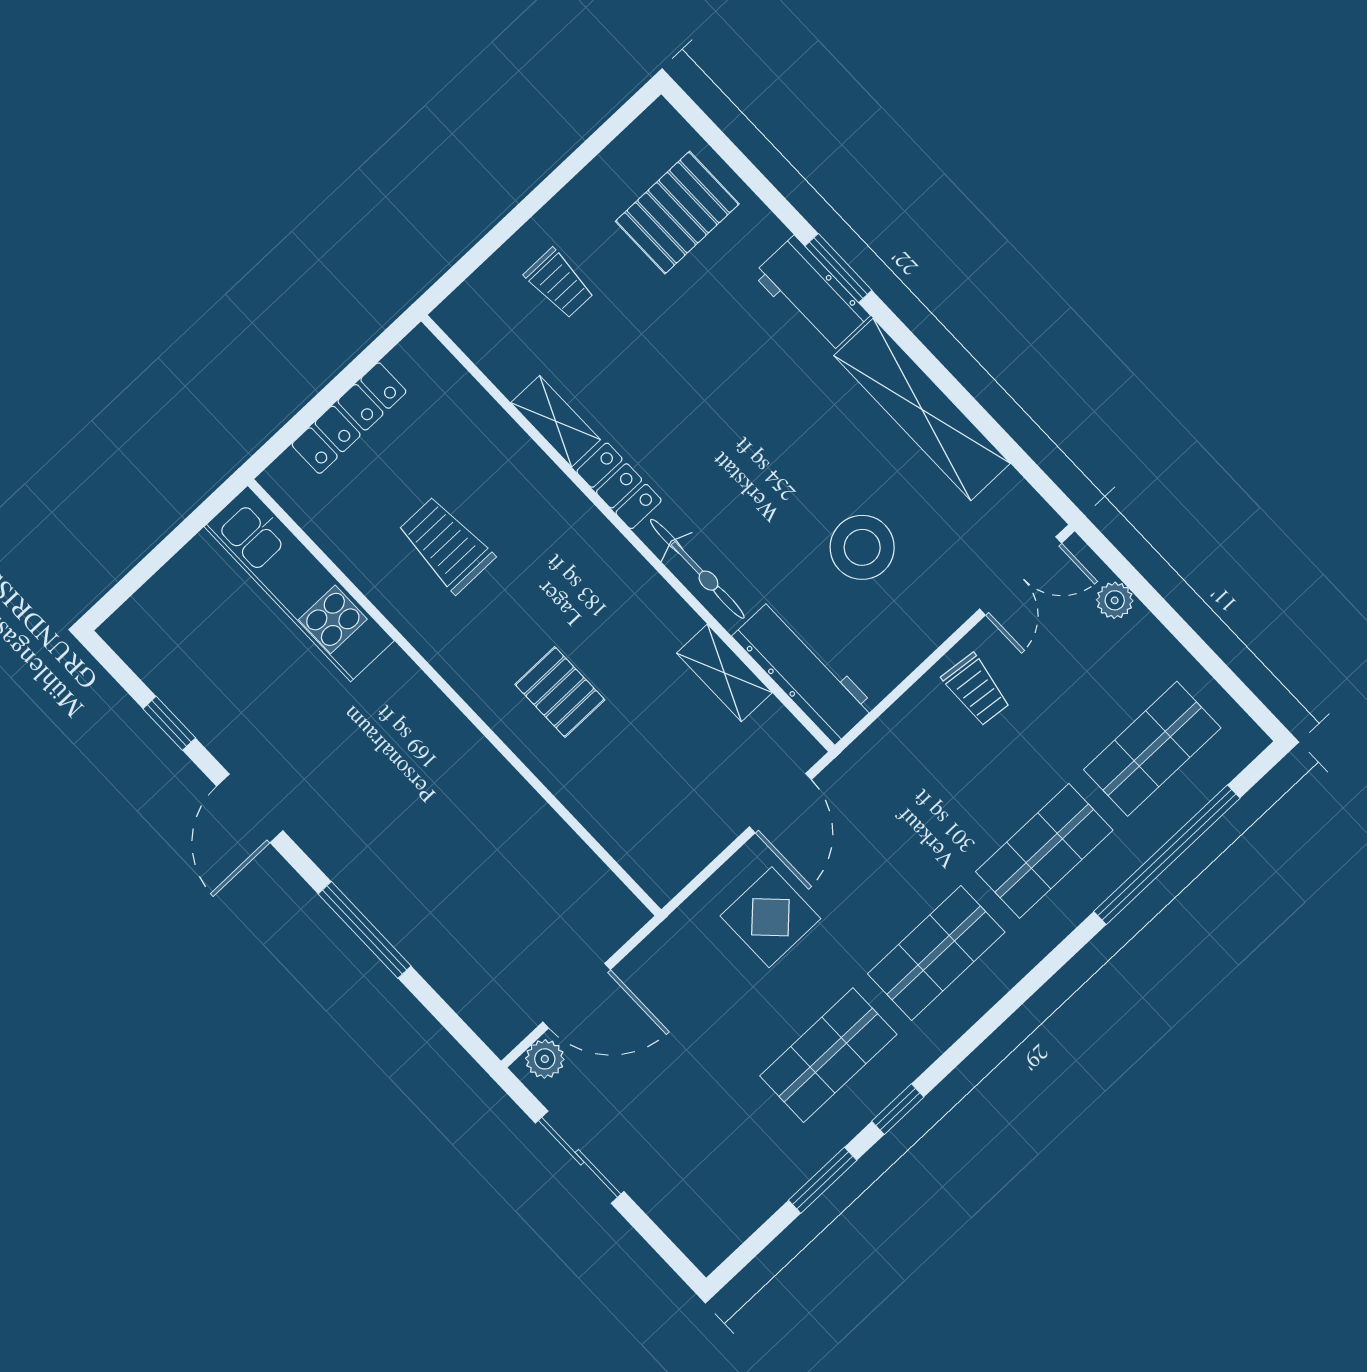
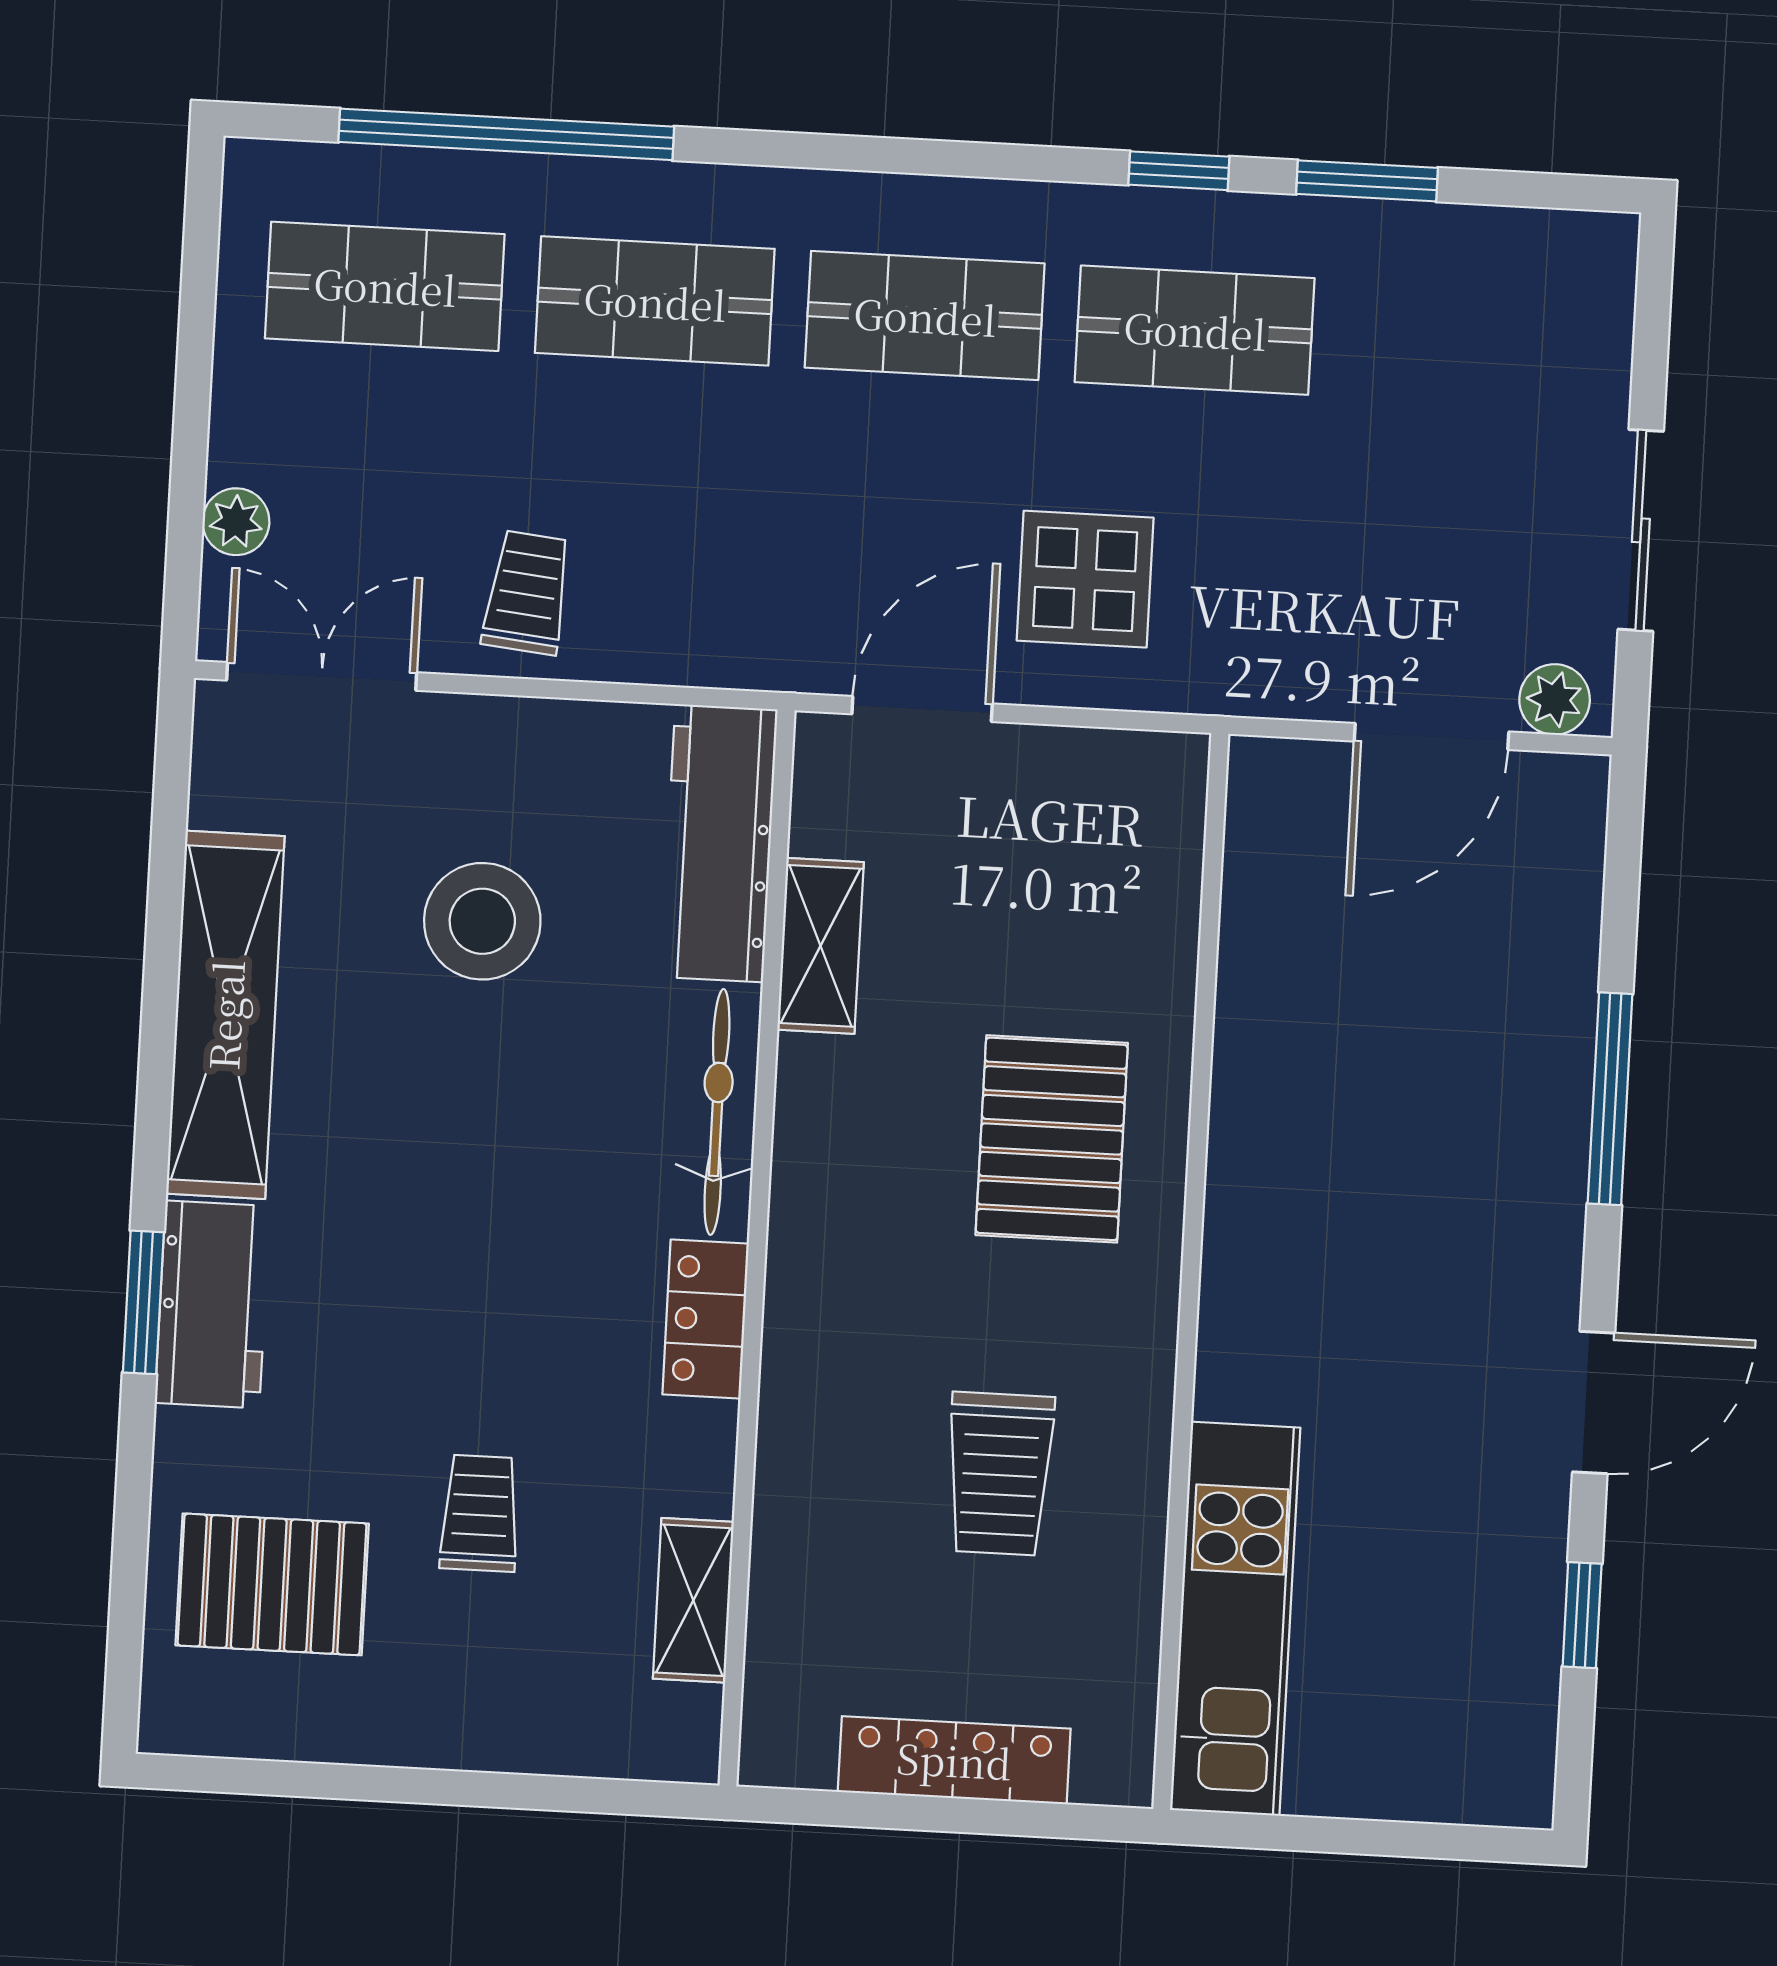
trolley: (559, 283) -> (480, 1513), moved
shelving: (556, 421) -> (693, 1600), moved
pallet: (560, 692) -> (1052, 1139), width x1.50, depth x1.42
door: (577, 996) -> (1432, 737), swing flipped

